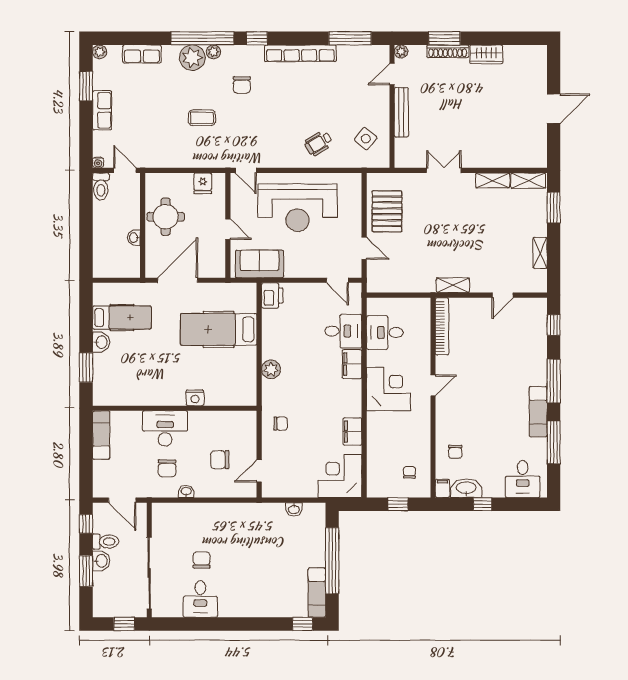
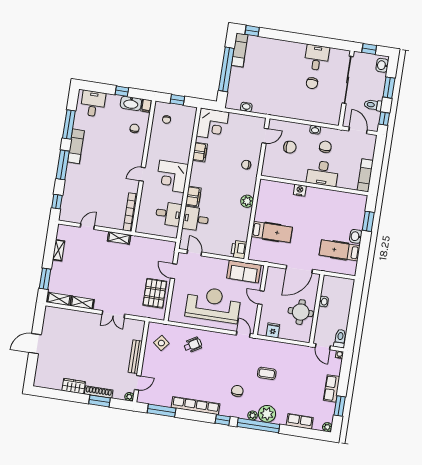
hospital bed: (219, 329) -> (272, 232), width x0.73, depth x0.78
washbasin: (101, 561) -> (382, 65), moved

